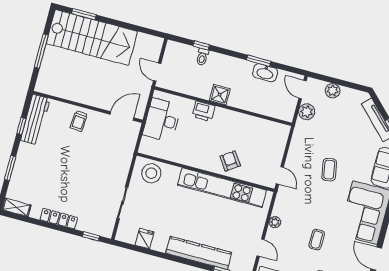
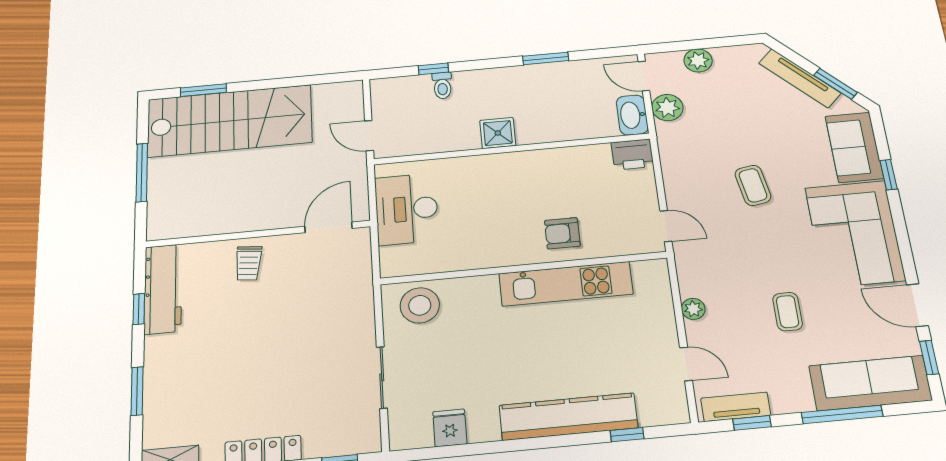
washbasin: (265, 73) -> (632, 115), moved, turned 90
printer: (203, 111) -> (632, 155), moved
armchair: (230, 161) -> (562, 233), turned -55
kitchen unit: (222, 188) -> (566, 284), width x0.73

